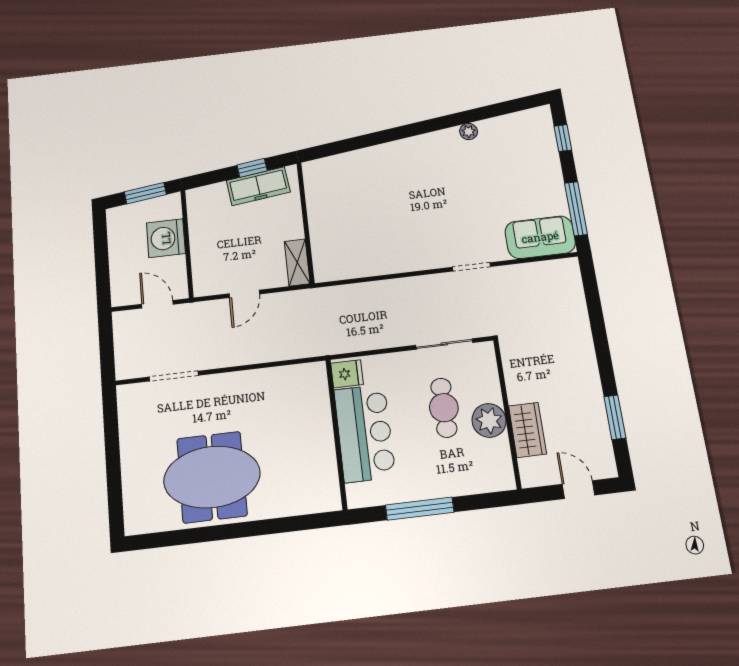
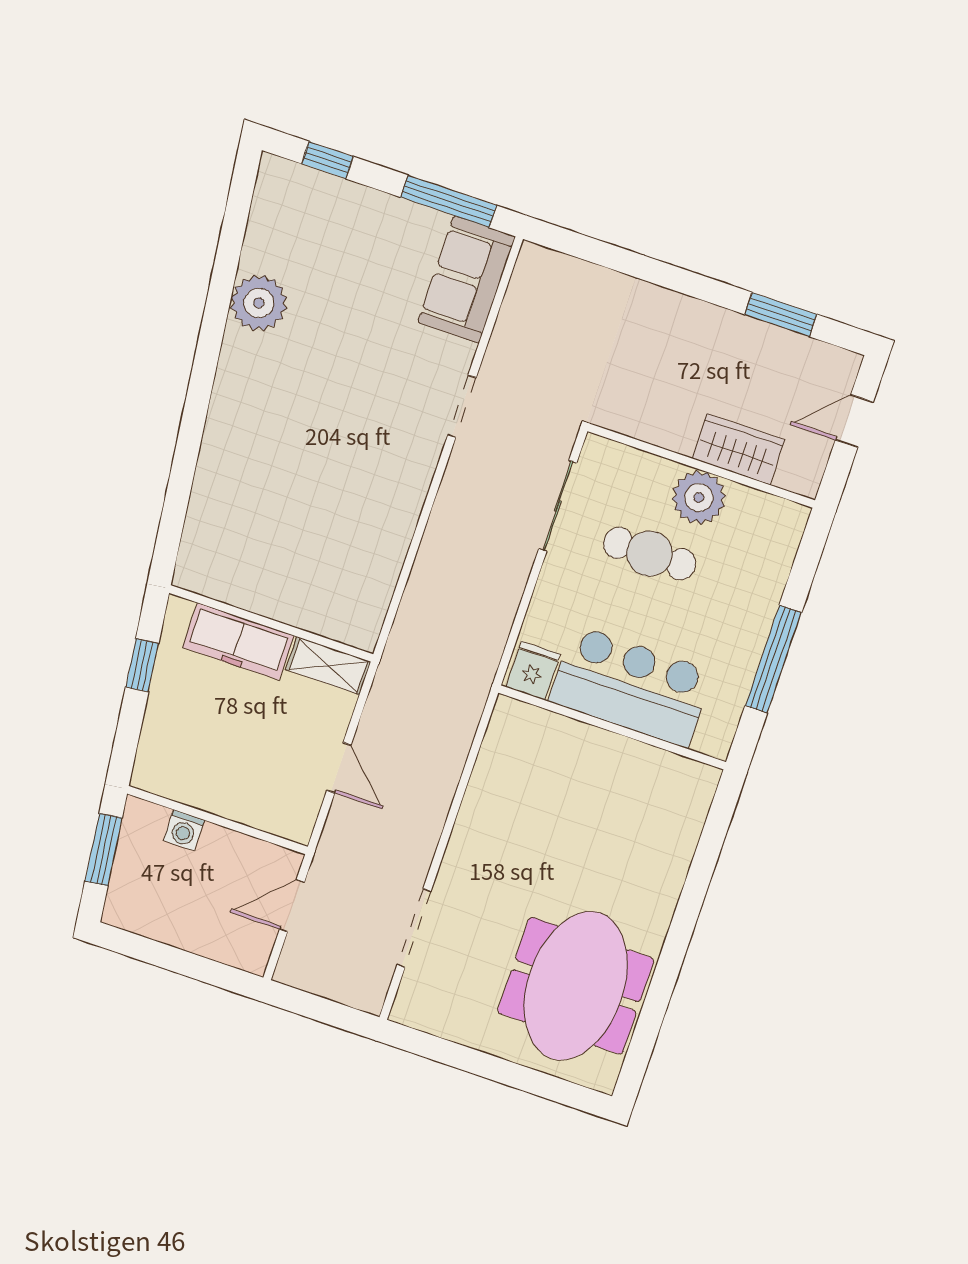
plant: (469, 131) -> (259, 303), width x1.87, depth x1.87
freezer: (258, 186) -> (238, 641), moved, turned 97
washing machine: (166, 238) -> (184, 830), width x0.53, depth x0.53
meeting table: (212, 477) -> (576, 986), moved

